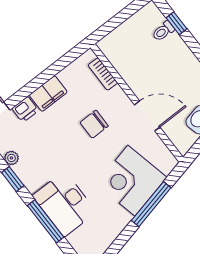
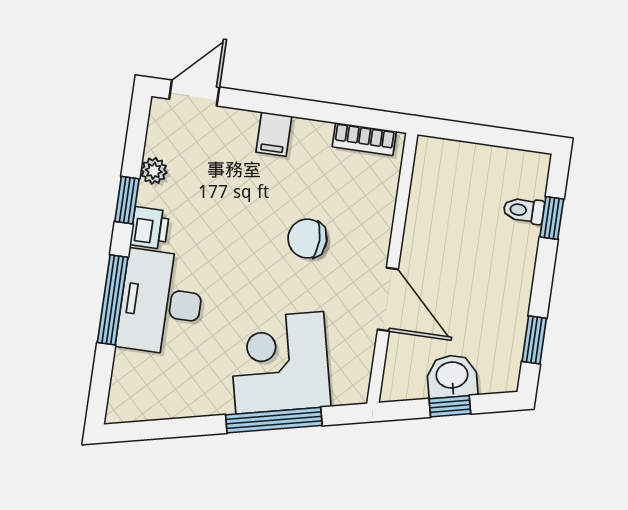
bookcase: (103, 74) -> (364, 139), moved, turned -90
filing cabinet: (48, 94) -> (274, 134), width x0.50
printer: (25, 110) -> (150, 228), moved, turned -90

